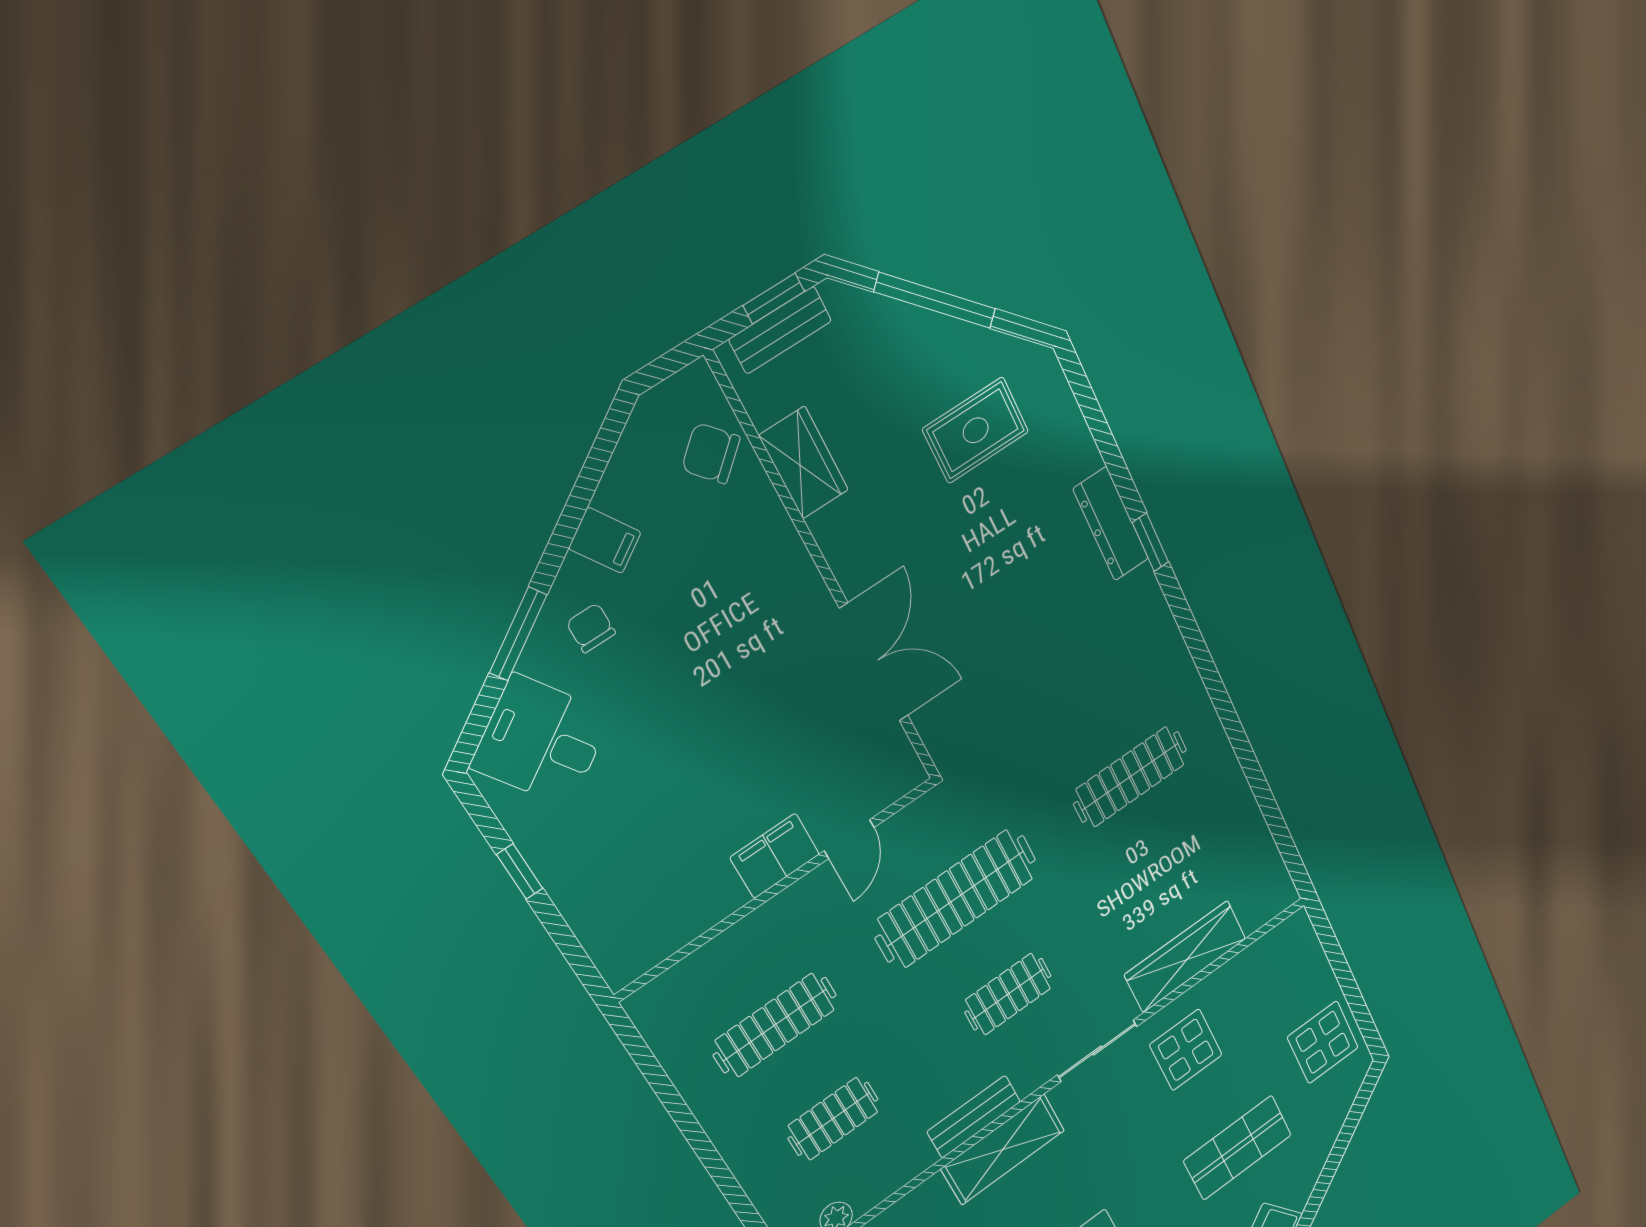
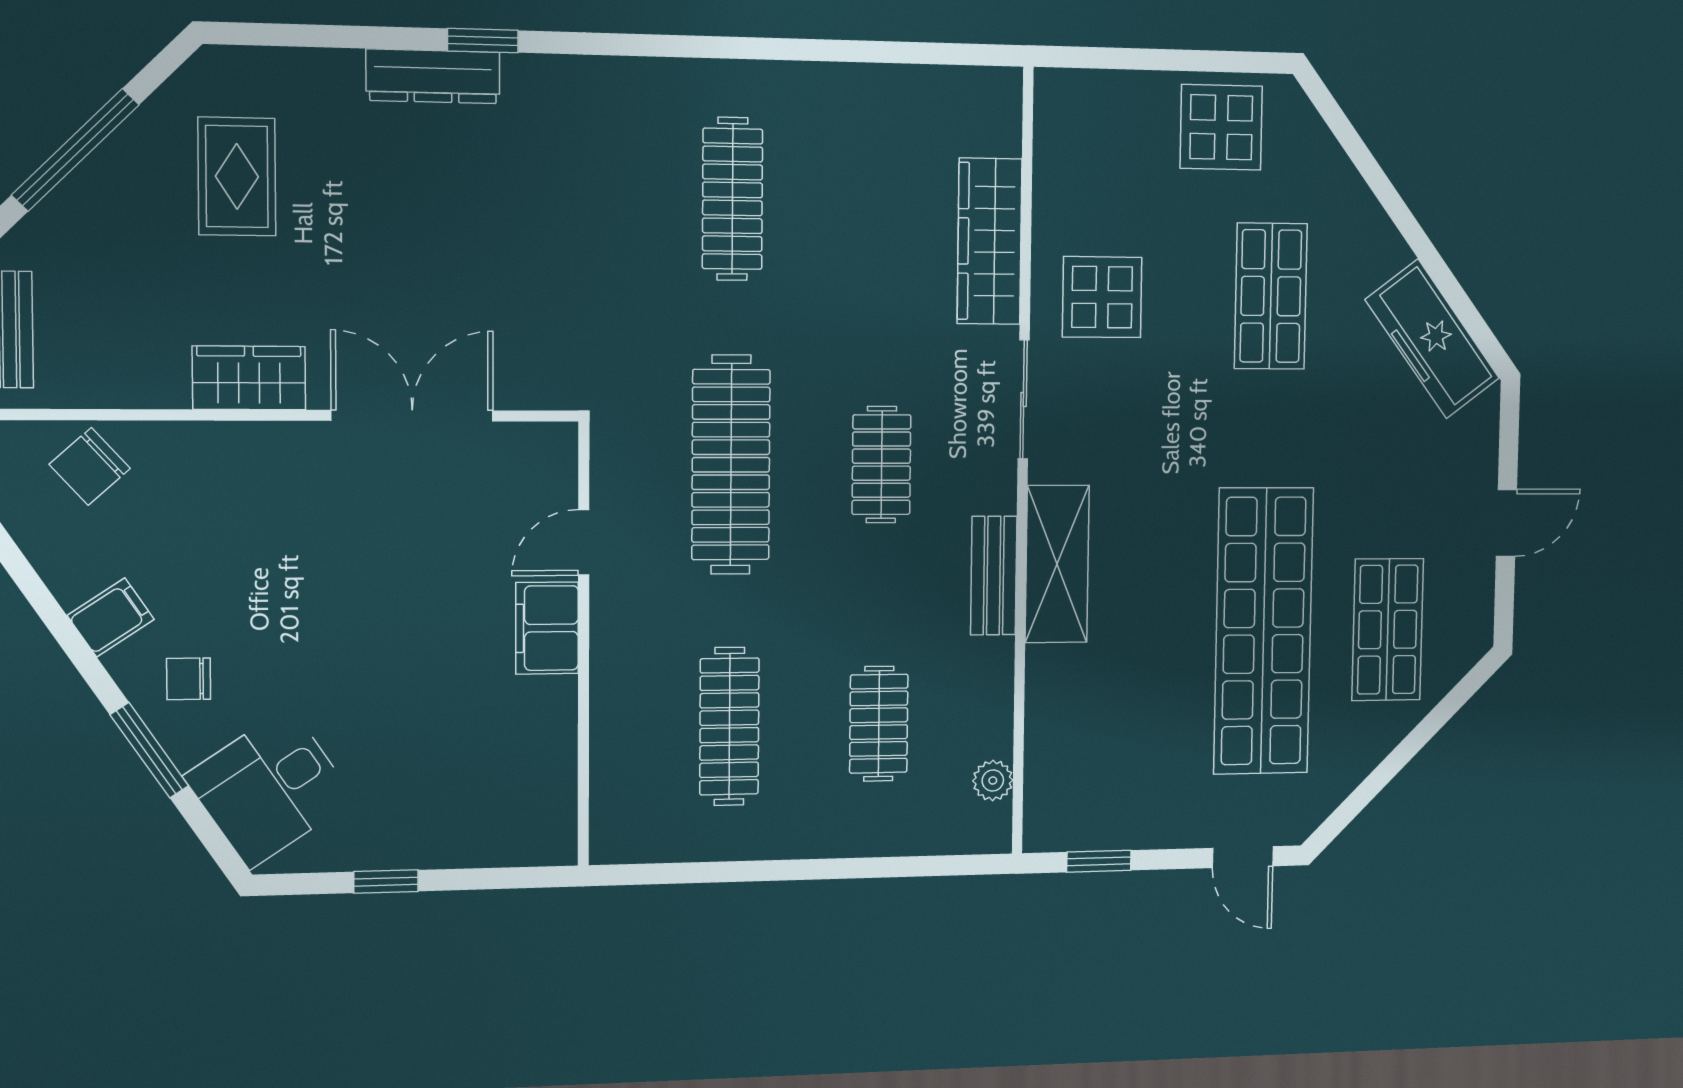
wardrobe: (804, 463) -> (249, 378), moved
door: (849, 839) -> (584, 542), swing flipped

